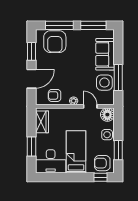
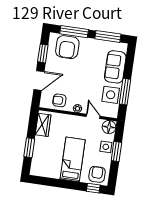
window: (118, 150) -> (116, 152), moved
desk: (51, 161) -> (46, 165), removed
armchair: (102, 163) -> (97, 174), turned 90

